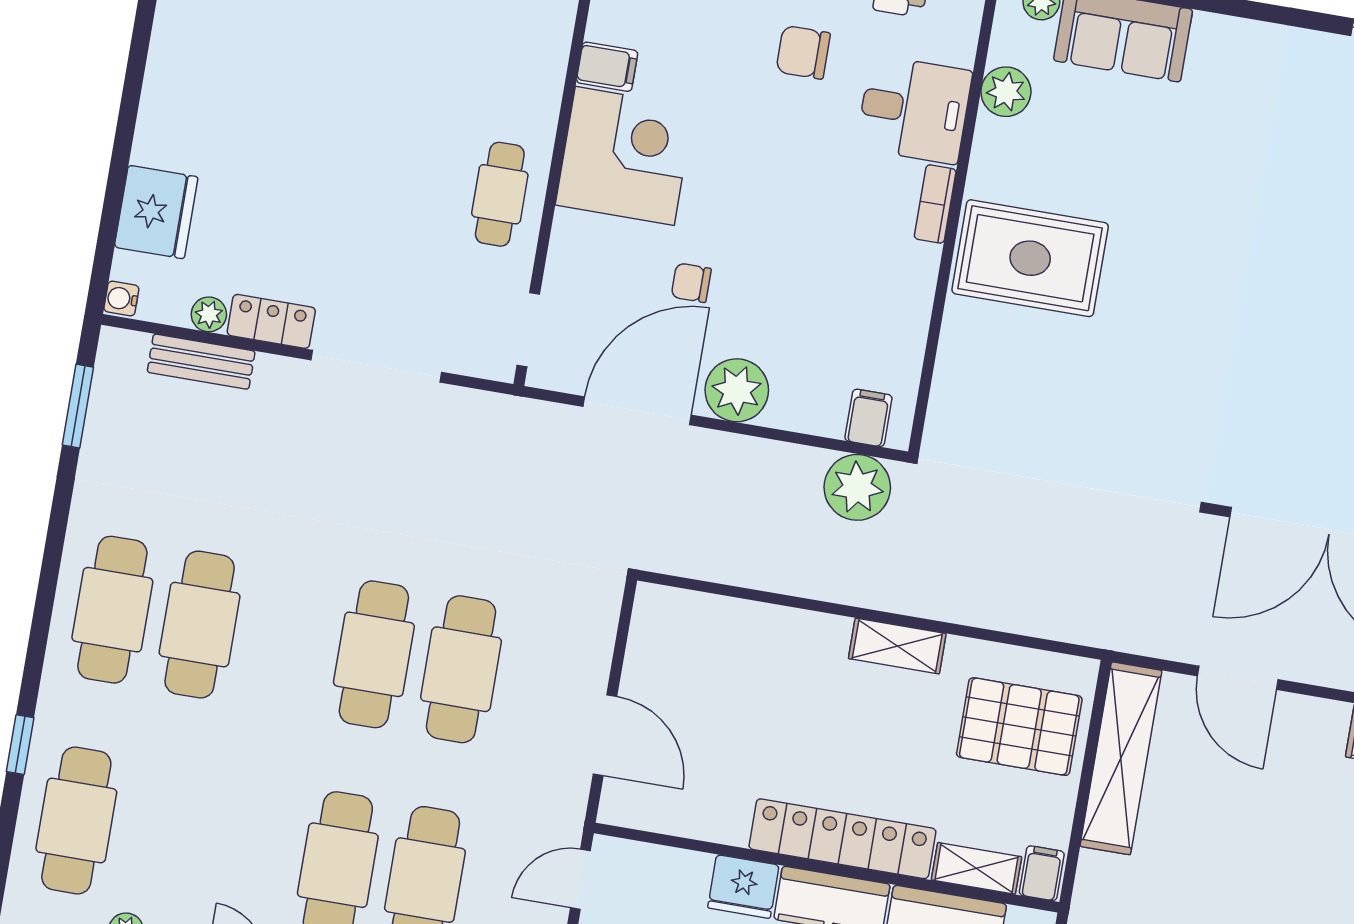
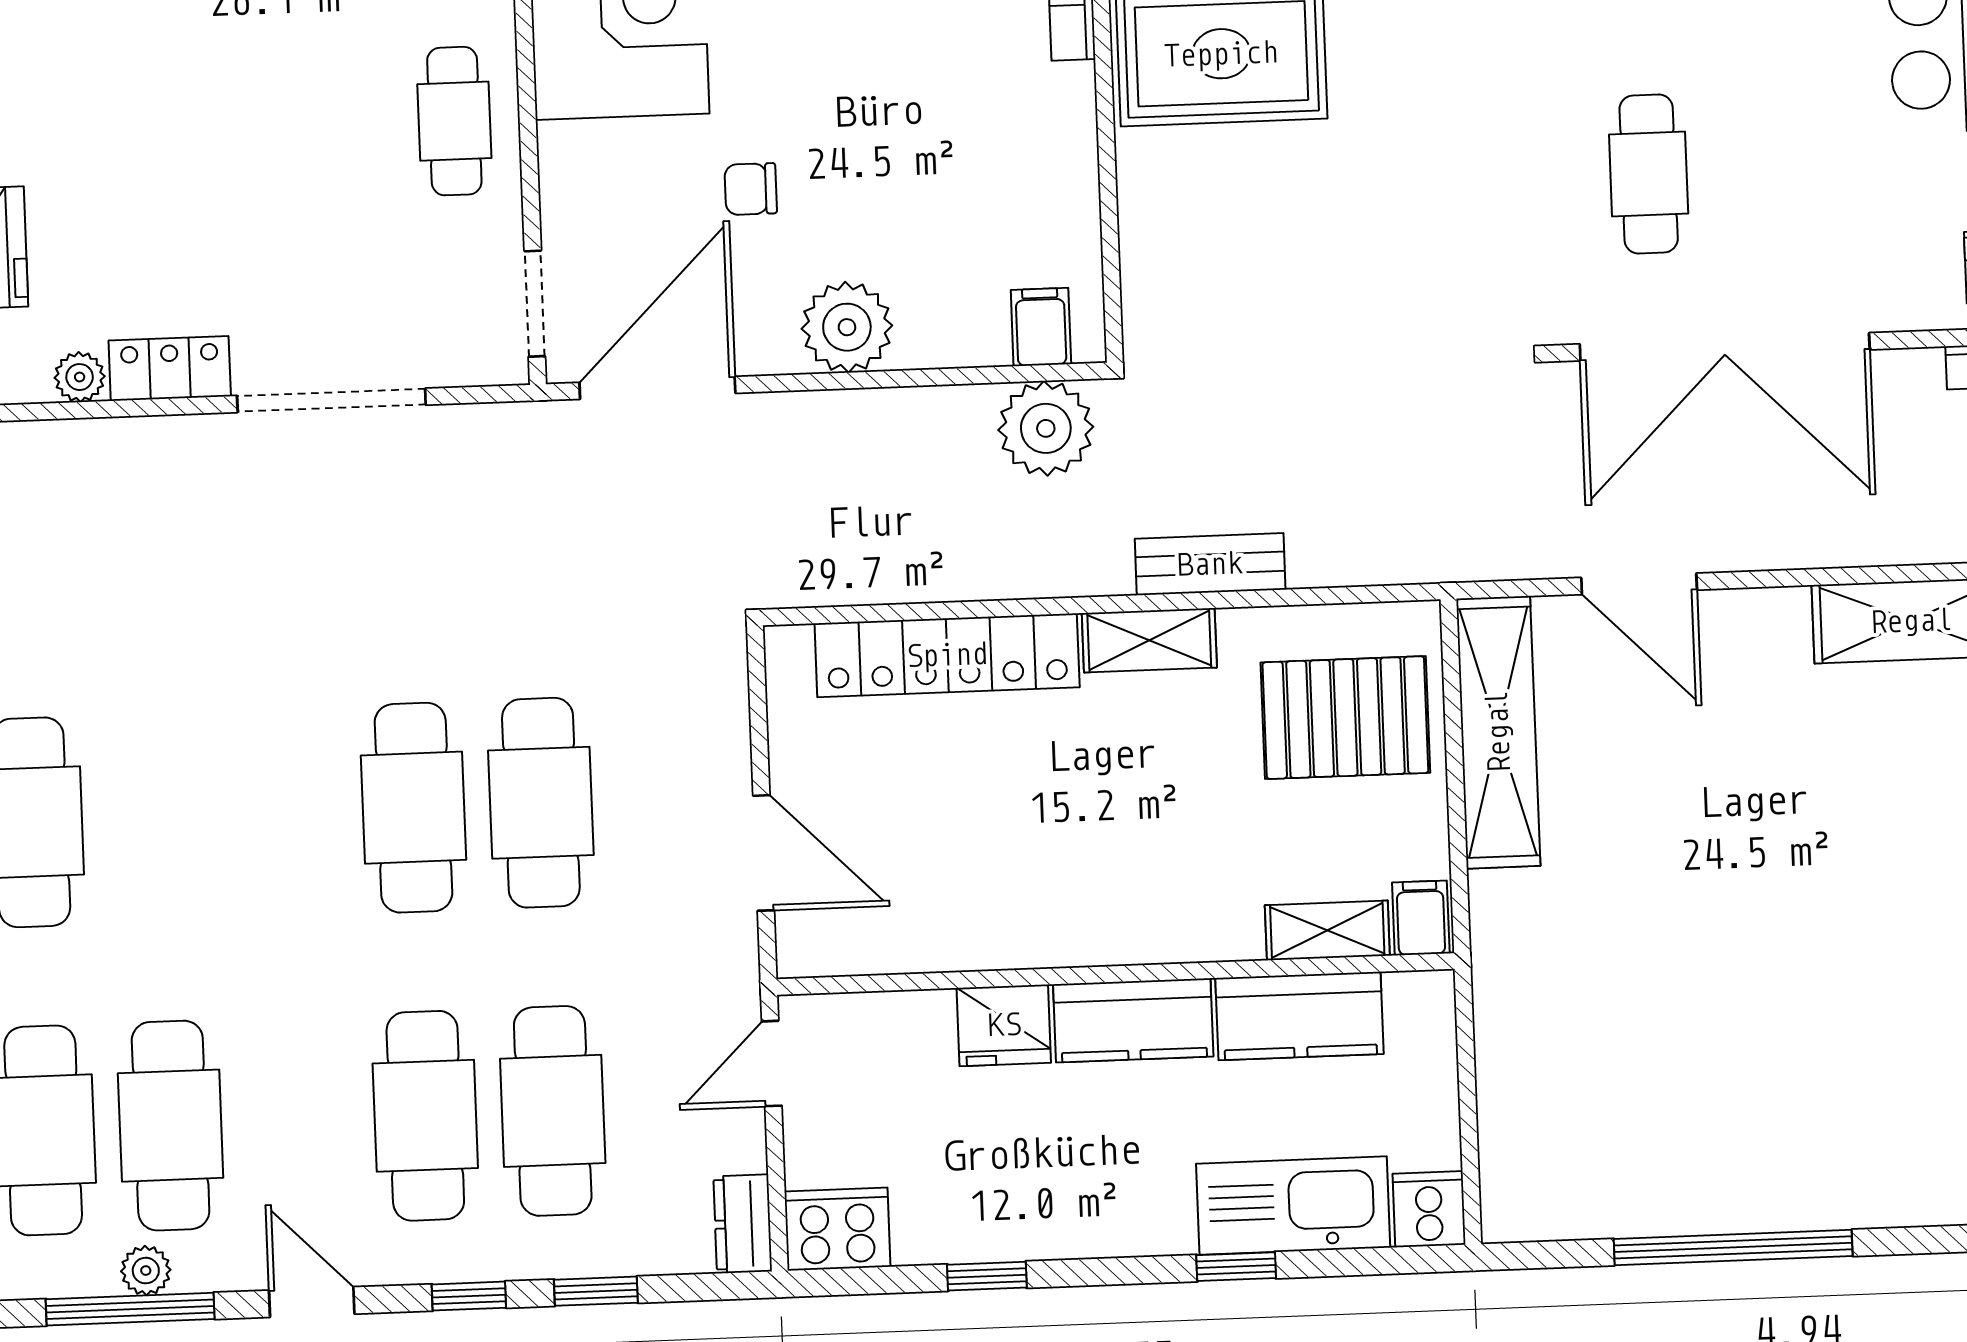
bench: (201, 362) -> (1210, 564), moved
cafe table: (1303, 401) -> (1649, 174), added
door: (637, 411) -> (657, 388), moved
cafe table: (200, 625) -> (171, 1126), moved
locker: (842, 839) -> (947, 655), moved, turned 180

